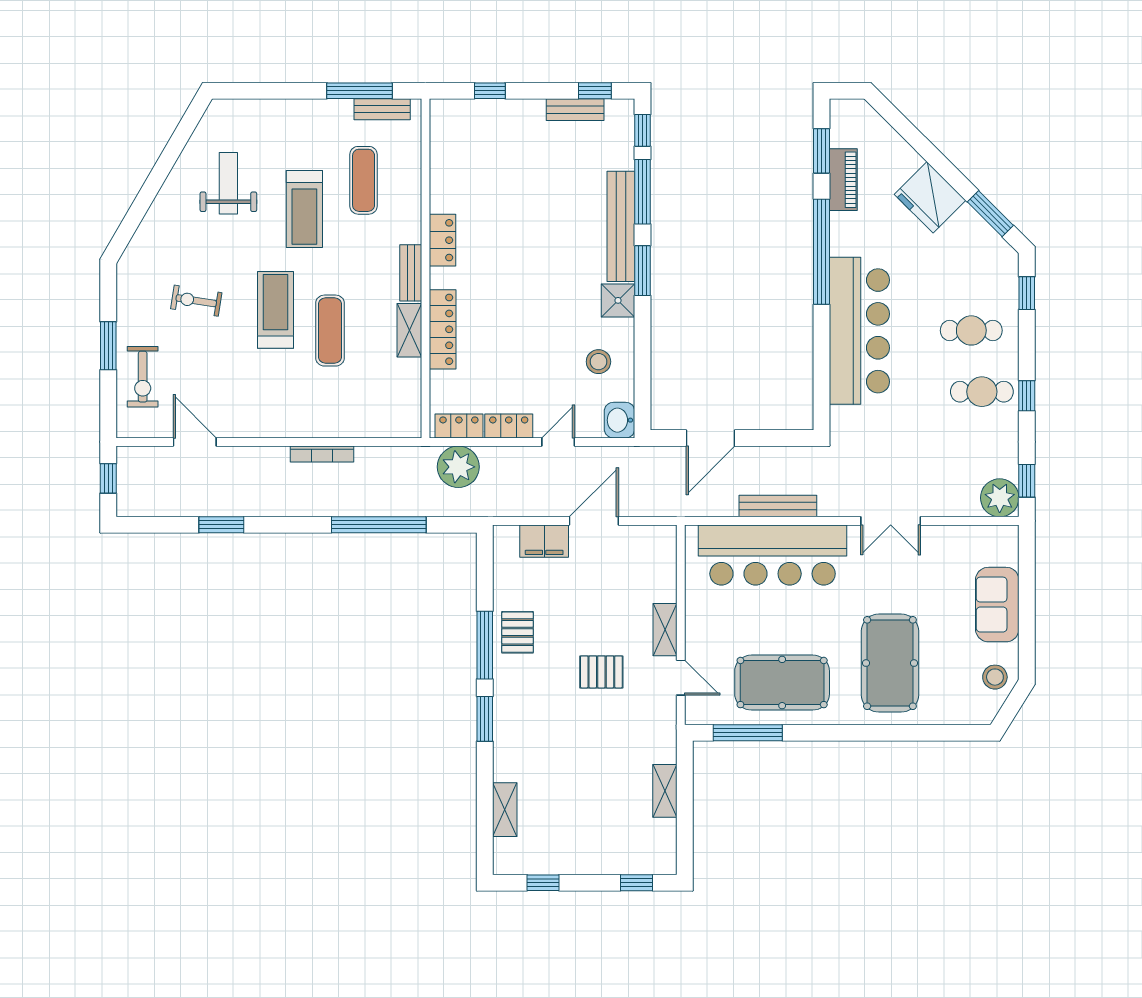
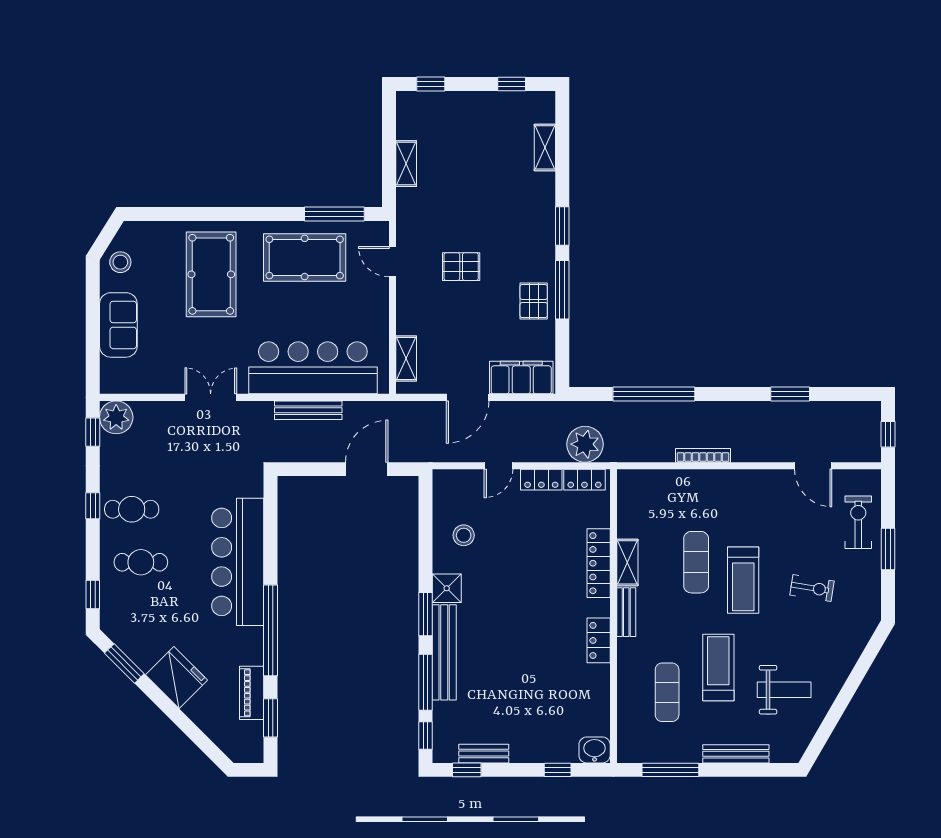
bench: (382, 109) -> (736, 754), moved, width x1.36
weight bench: (228, 183) -> (784, 690), turned -90
washbasin: (620, 420) -> (595, 750), moved, turned -90
filing cabinet: (544, 541) -> (521, 378), width x1.50, depth x1.17
shelving: (665, 630) -> (406, 358), moved

